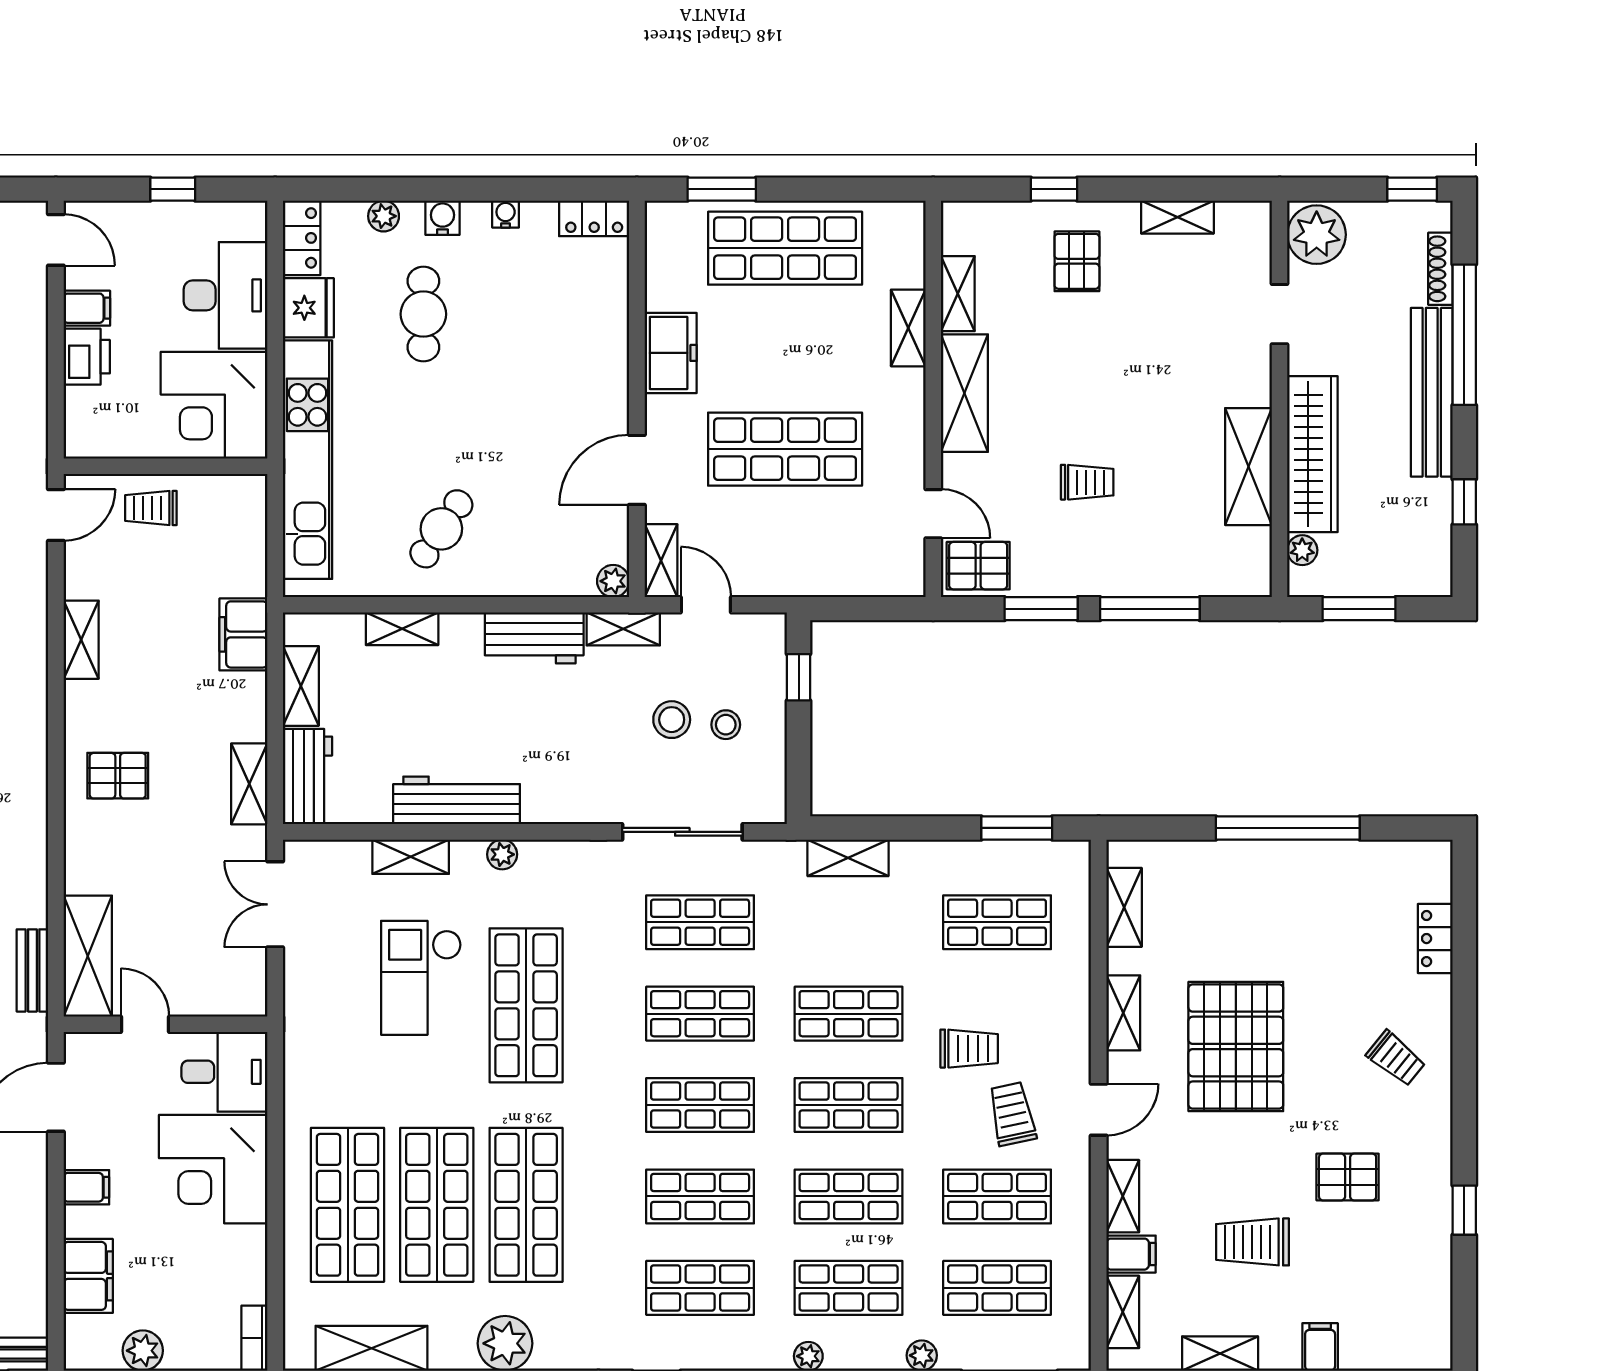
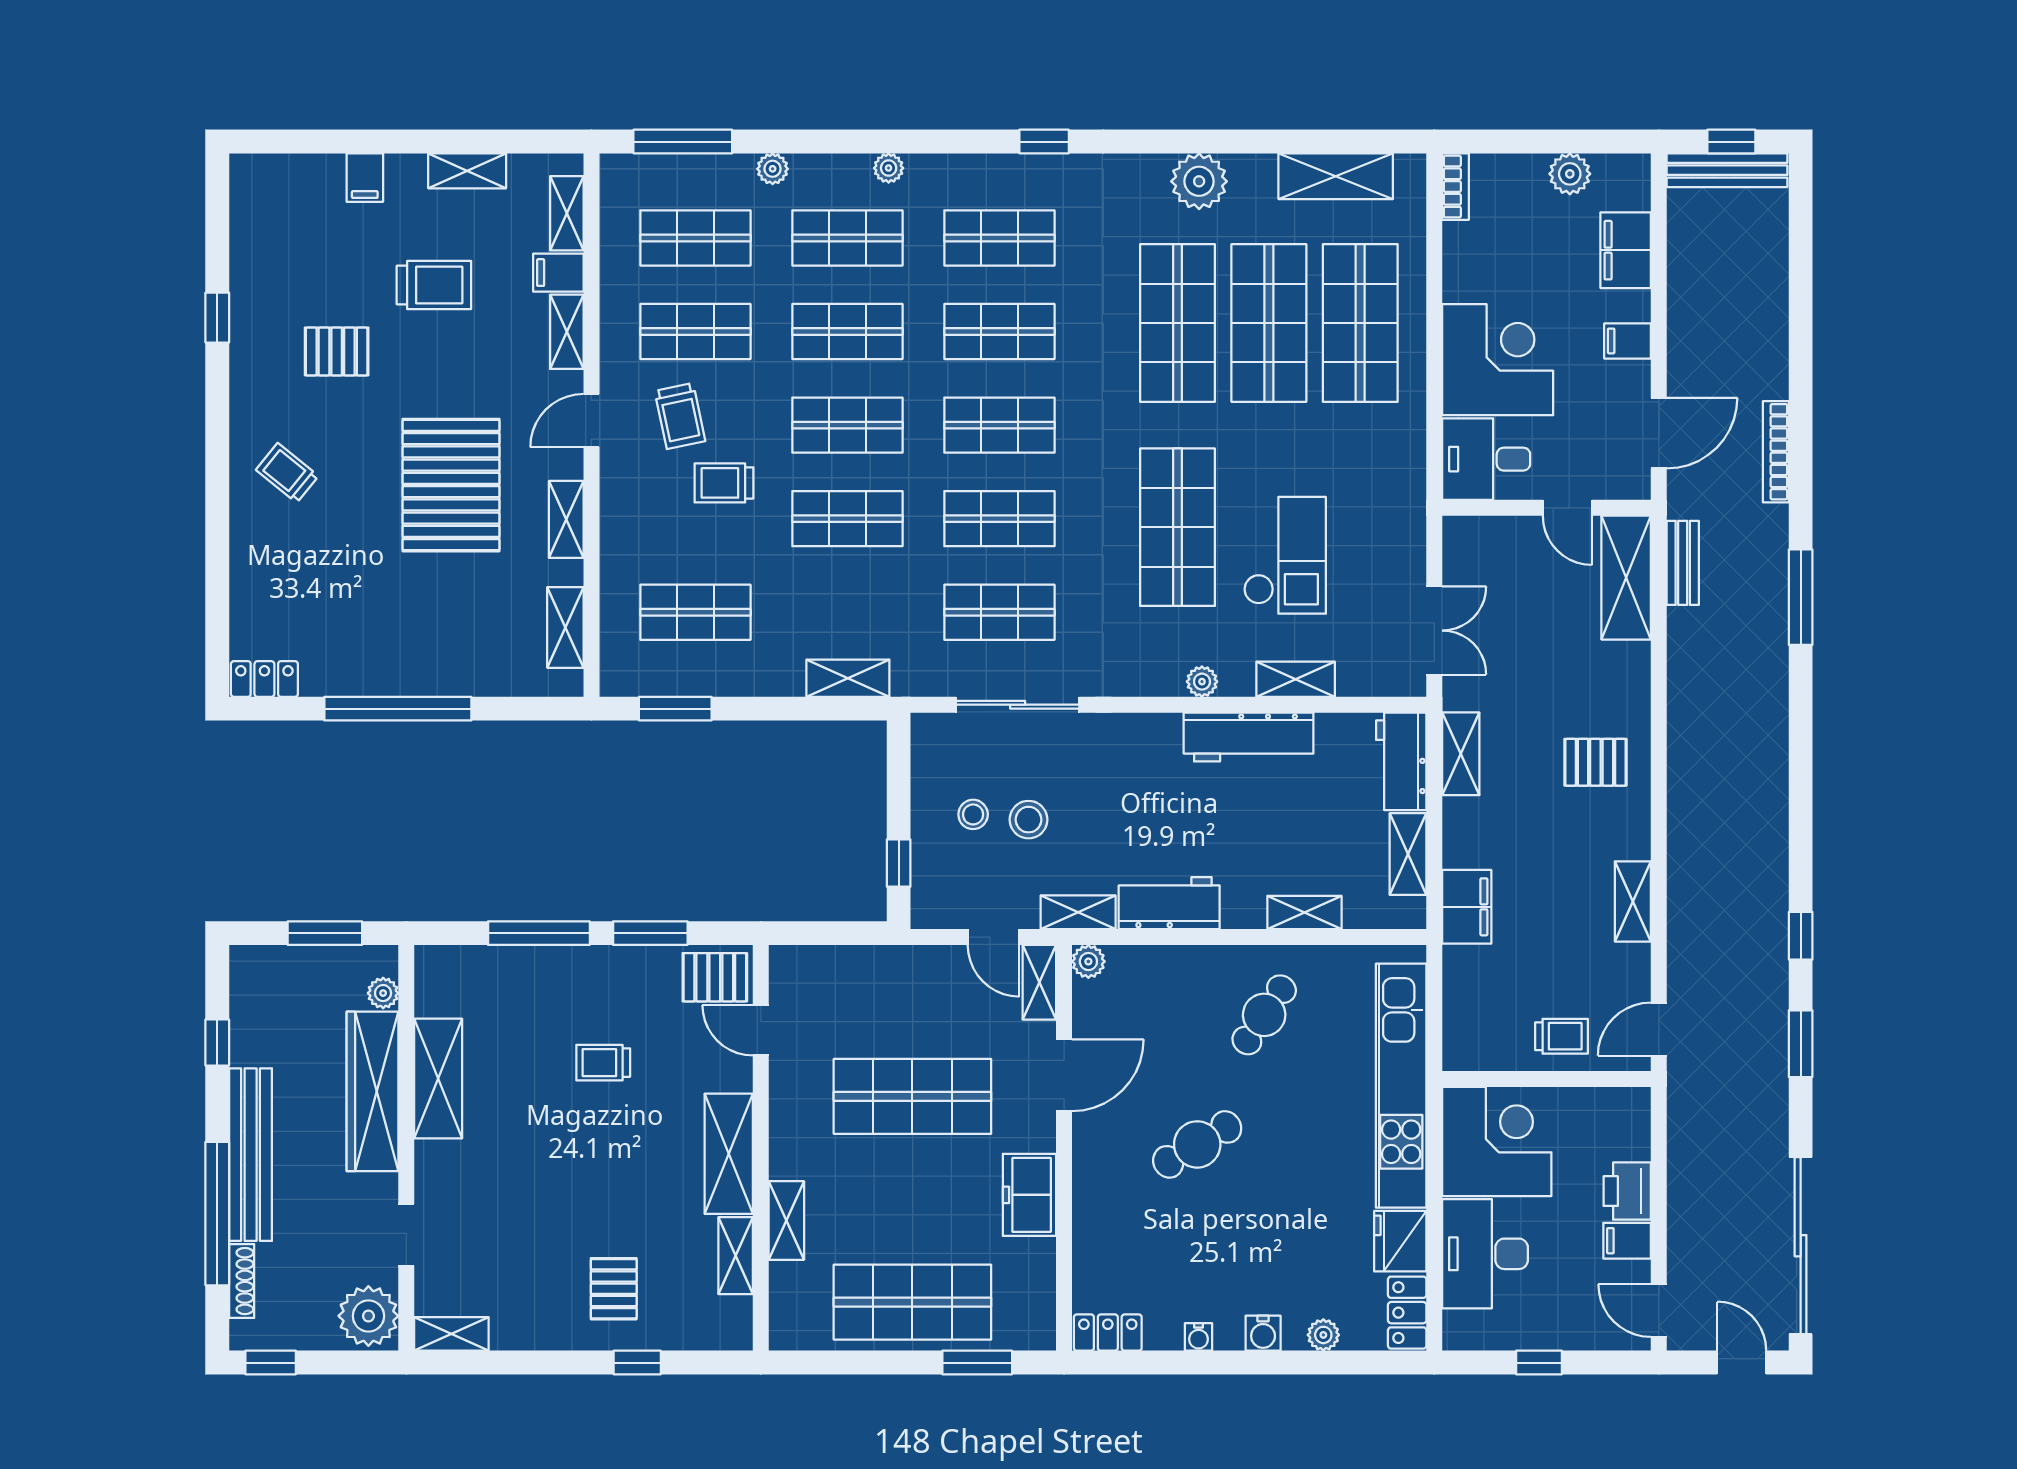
shelving: (1177, 217) -> (451, 1334), moved
cafe table: (423, 314) -> (1197, 1144), moved, turned 59
locker: (1435, 939) -> (264, 679), moved, turned -90

